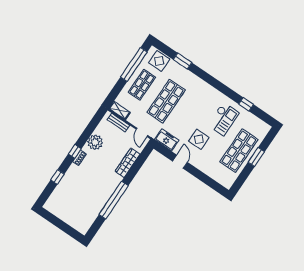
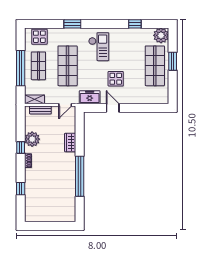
window: (182, 61) -> (72, 24), moved
window: (134, 65) -> (21, 68), moved
checkout: (223, 119) -> (99, 47), moved
plant: (261, 129) -> (161, 35), added
door: (142, 132) -> (65, 105), hinge flipped
window: (75, 151) -> (21, 147), moved
wardrobe: (128, 163) -> (70, 143), width x0.67

